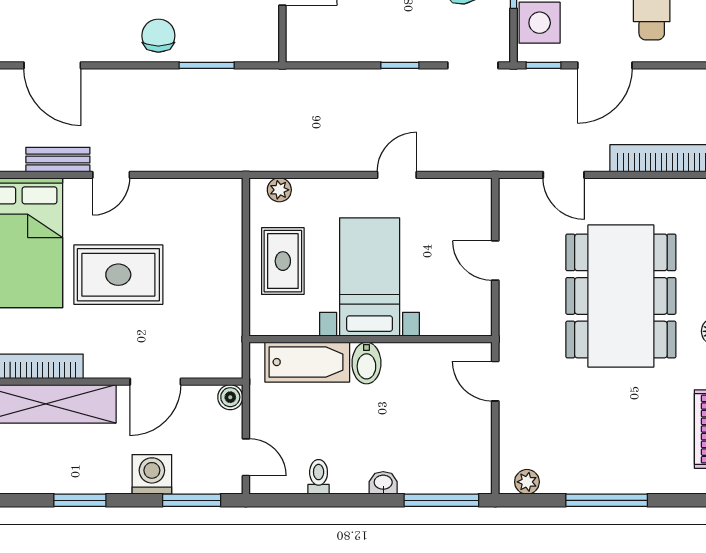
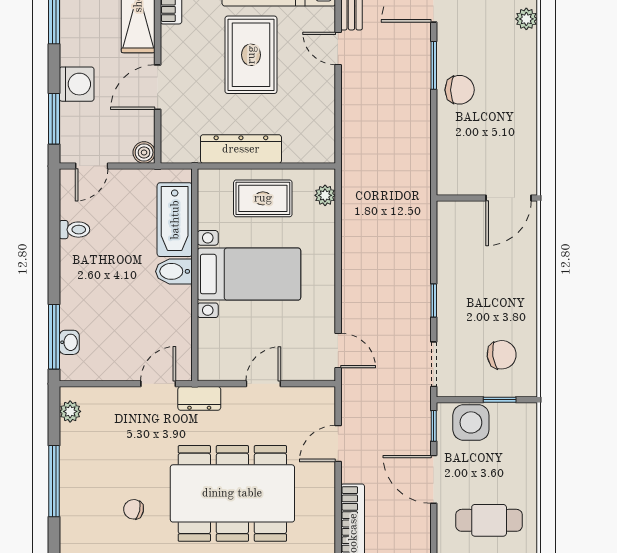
window: (207, 65) -> (434, 65), moved
door: (397, 175) -> (338, 350), moved
dresser: (226, 286) -> (241, 149), added
dresser: (512, 334) -> (199, 398), added
door: (155, 382) -> (158, 87), hinge flipped
chair: (639, 409) -> (134, 509), added
washbasin: (383, 483) -> (69, 342), moved

